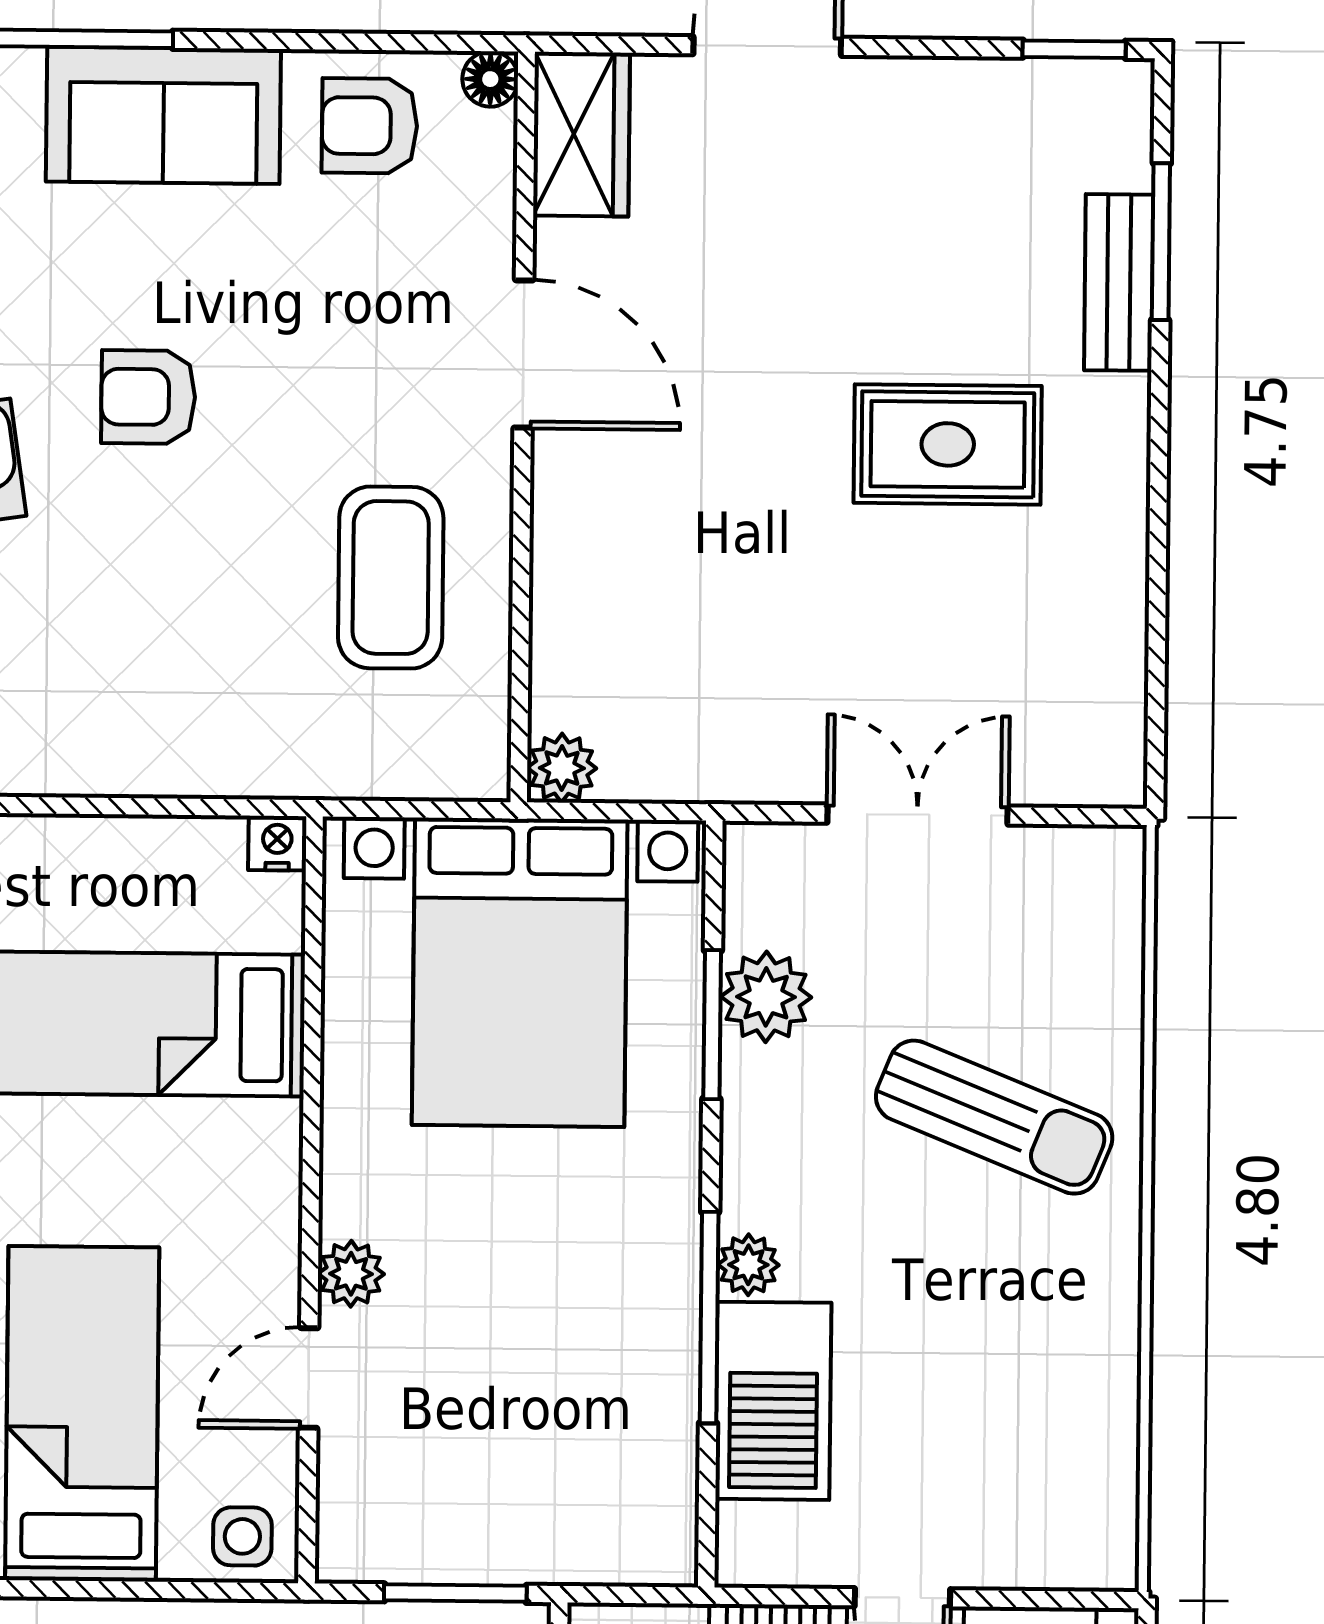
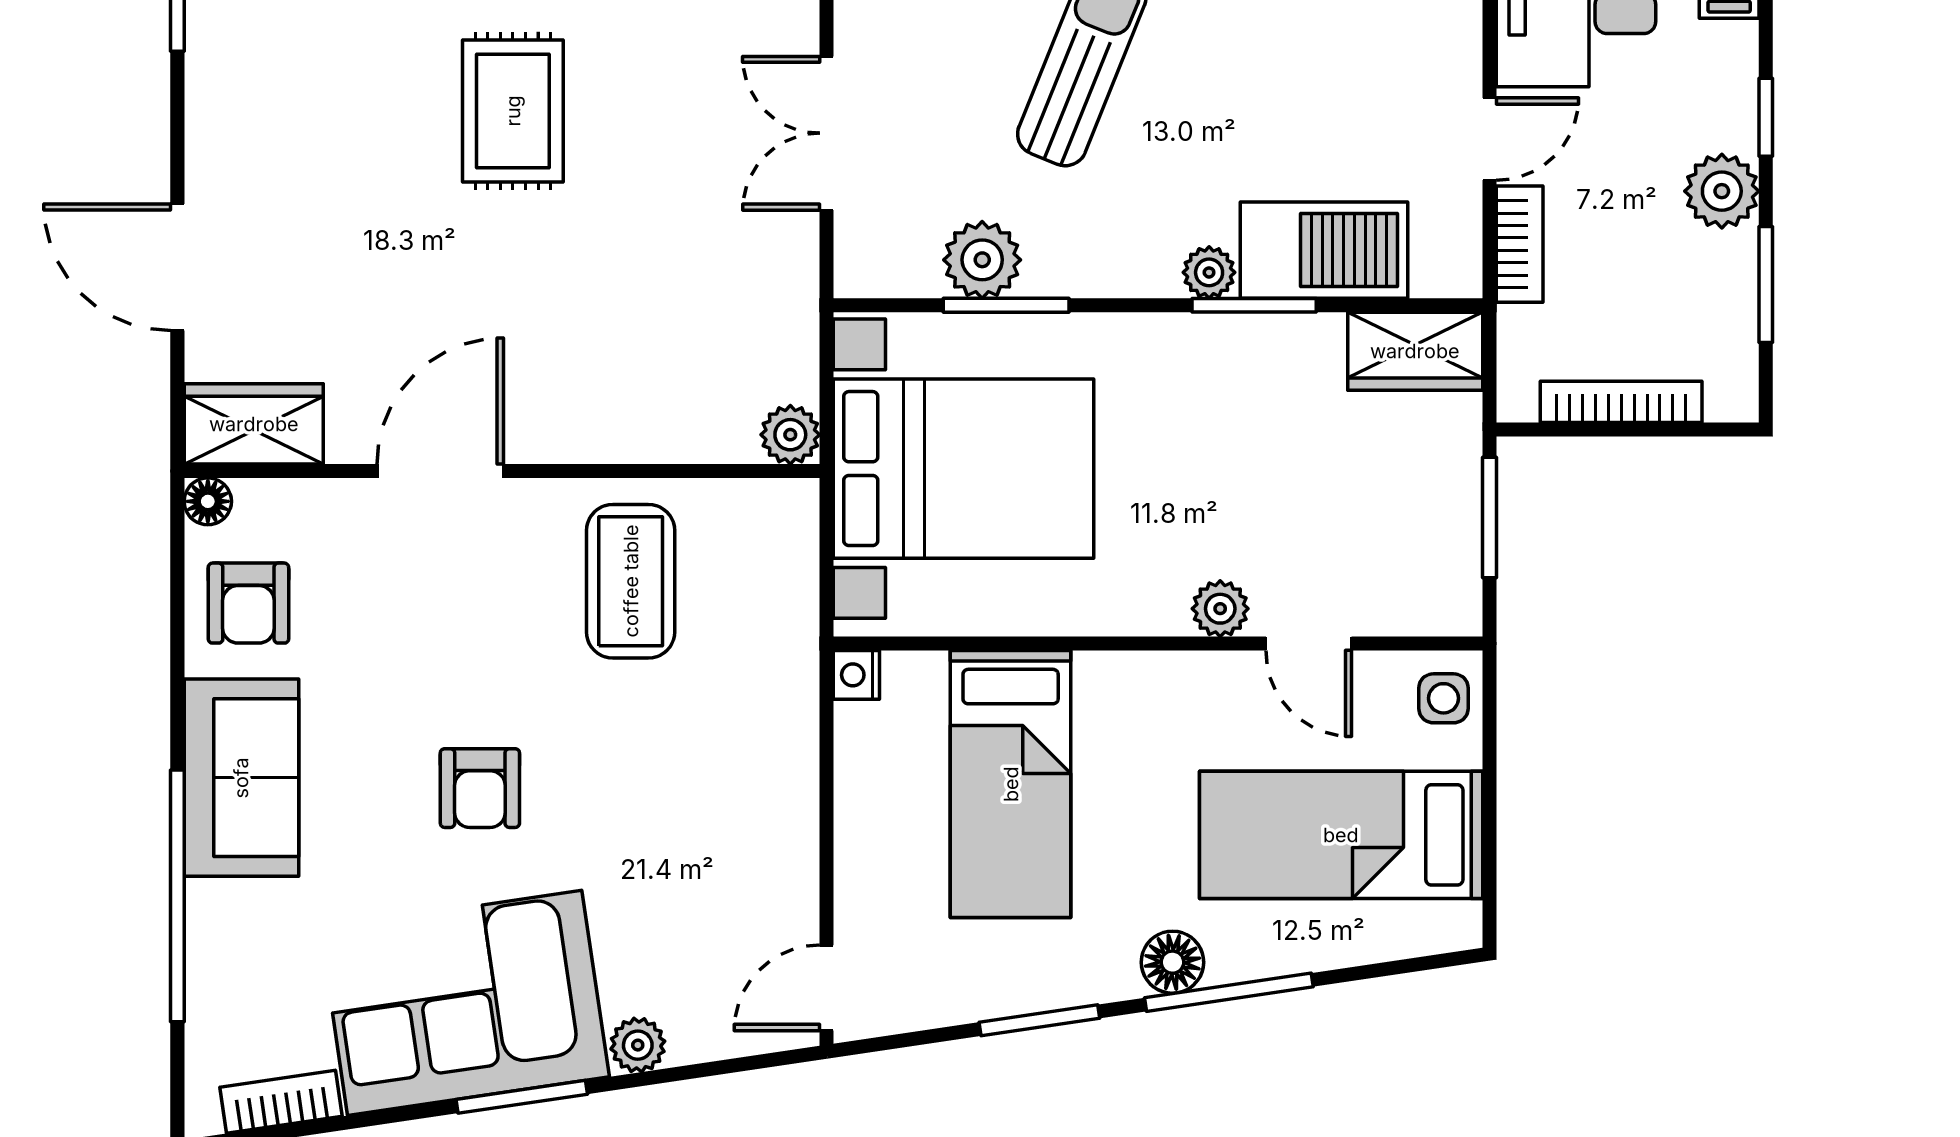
coffee table: (391, 578) -> (631, 581), turned 90
window: (709, 1318) -> (1254, 305), width x0.69
wardrobe: (653, 1507) -> (1415, 351), added

